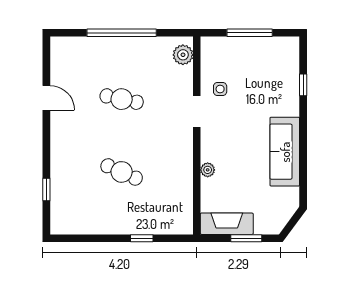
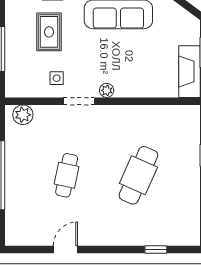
rug: (267, 81) -> (49, 32), added
plant: (208, 170) -> (107, 90), moved
cafe table: (122, 172) -> (138, 175), width x1.37, depth x1.35

